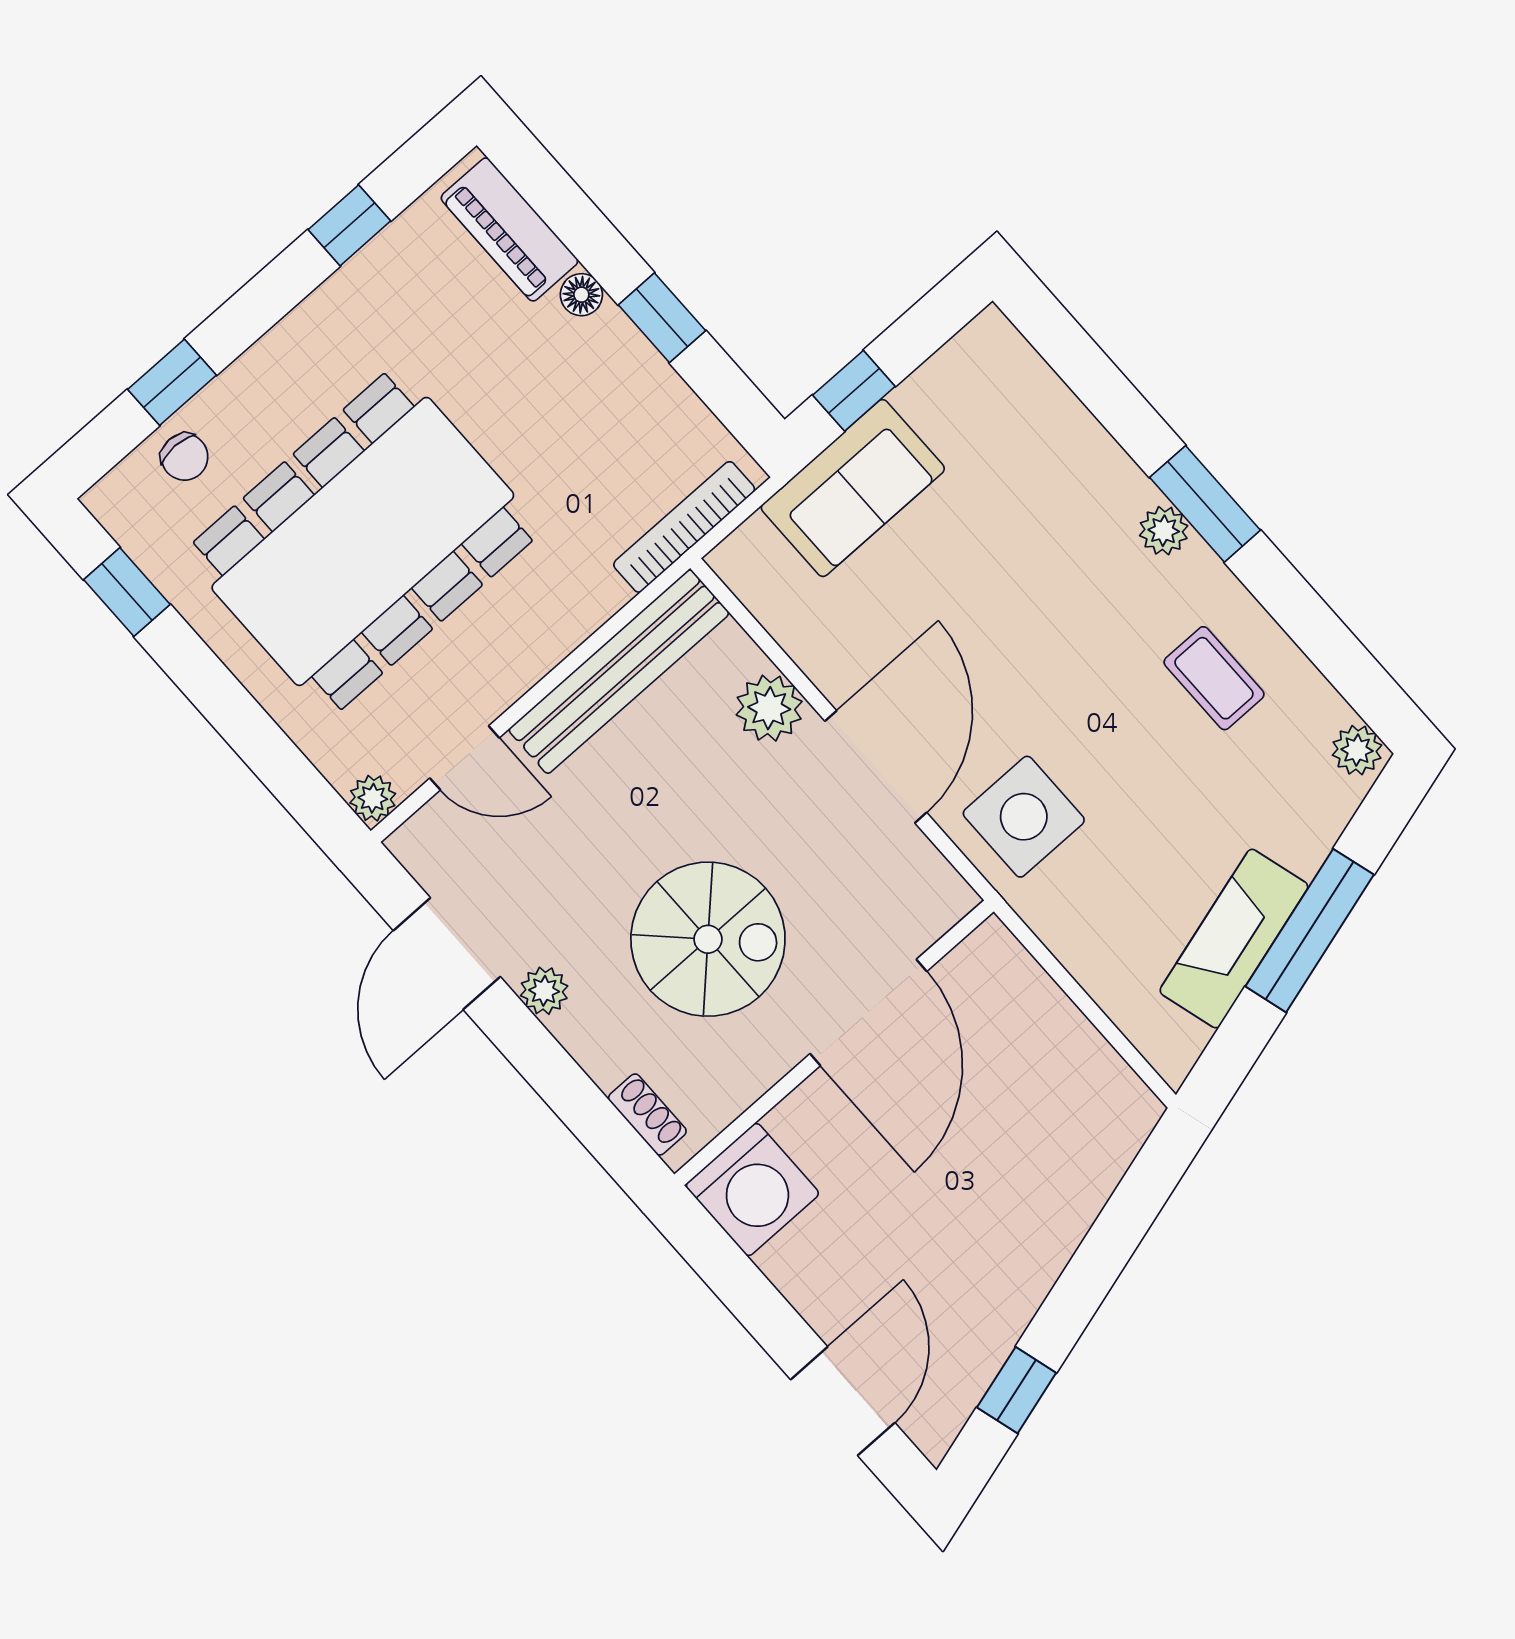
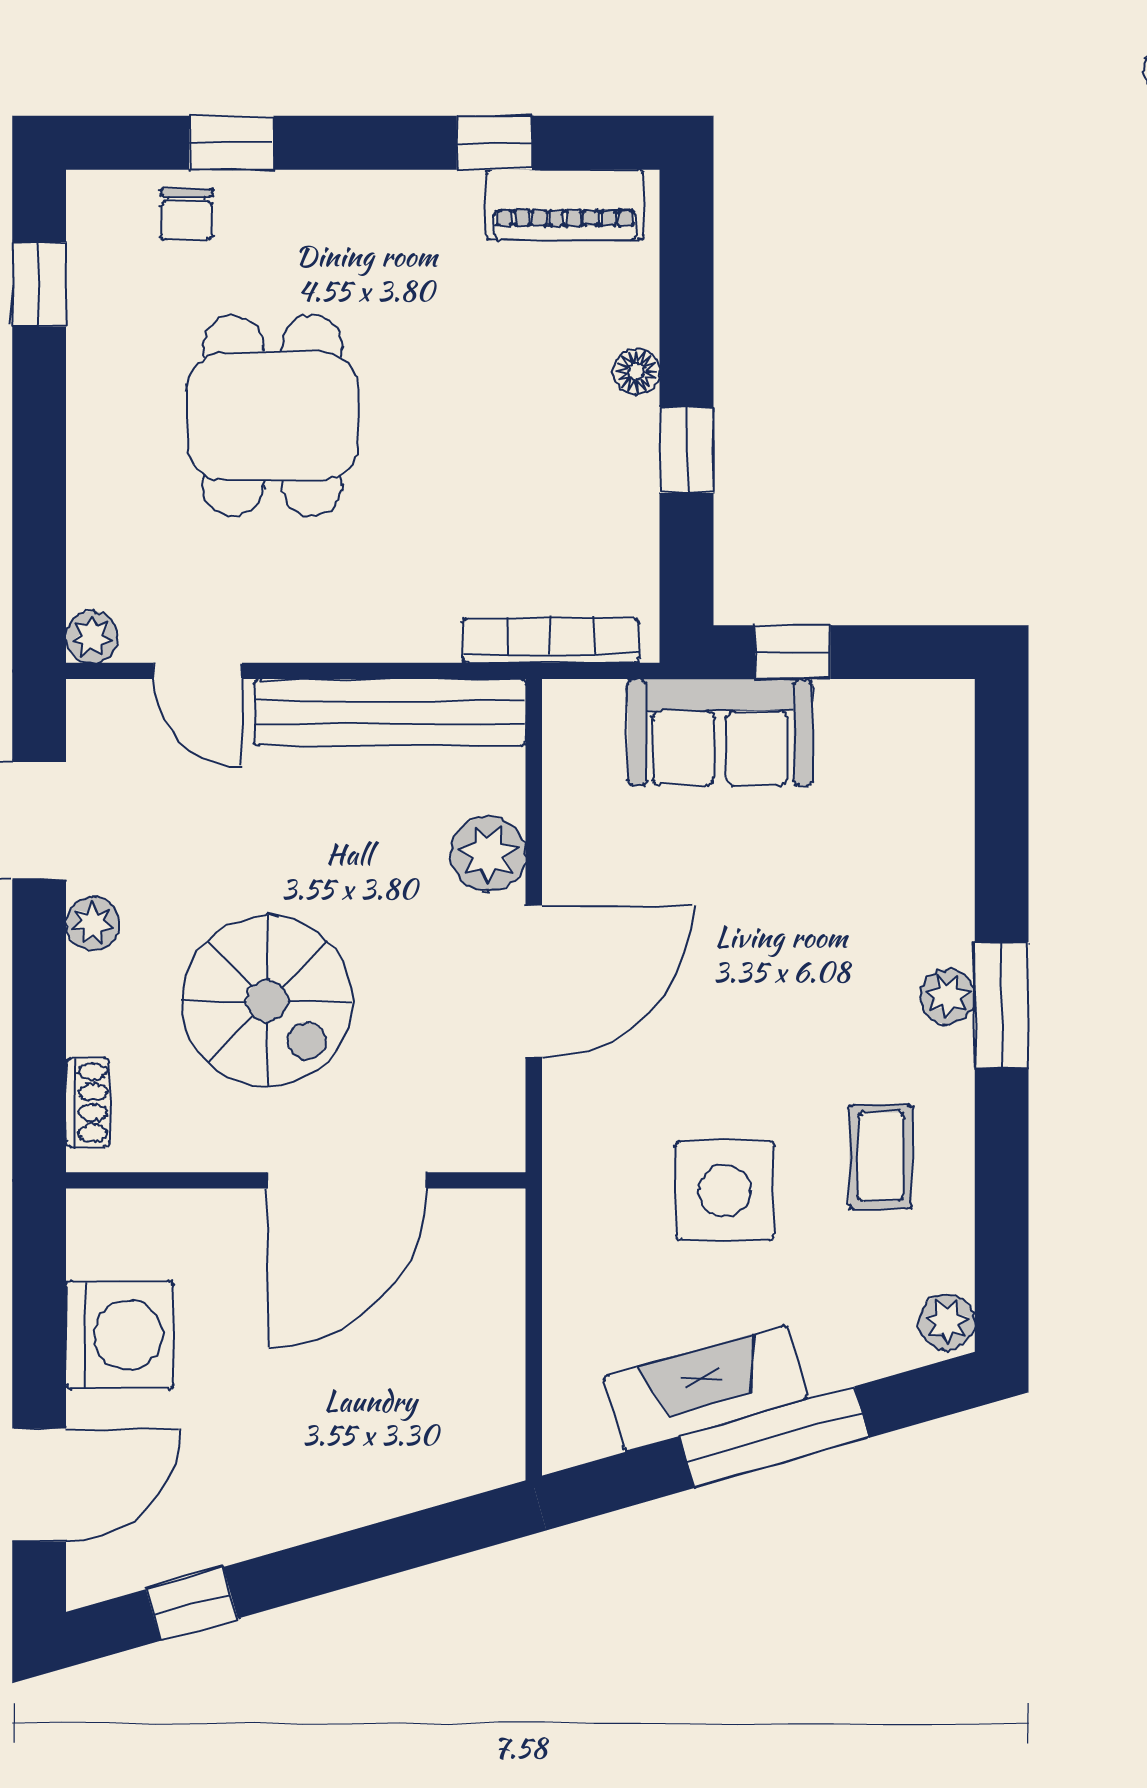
piano: (509, 229) -> (565, 205), moved, turned -90
dining table: (363, 541) -> (273, 416), width x0.53, depth x0.80
side table: (1024, 817) -> (725, 1190), moved
washing machine: (752, 1189) -> (120, 1335), moved, turned -90

